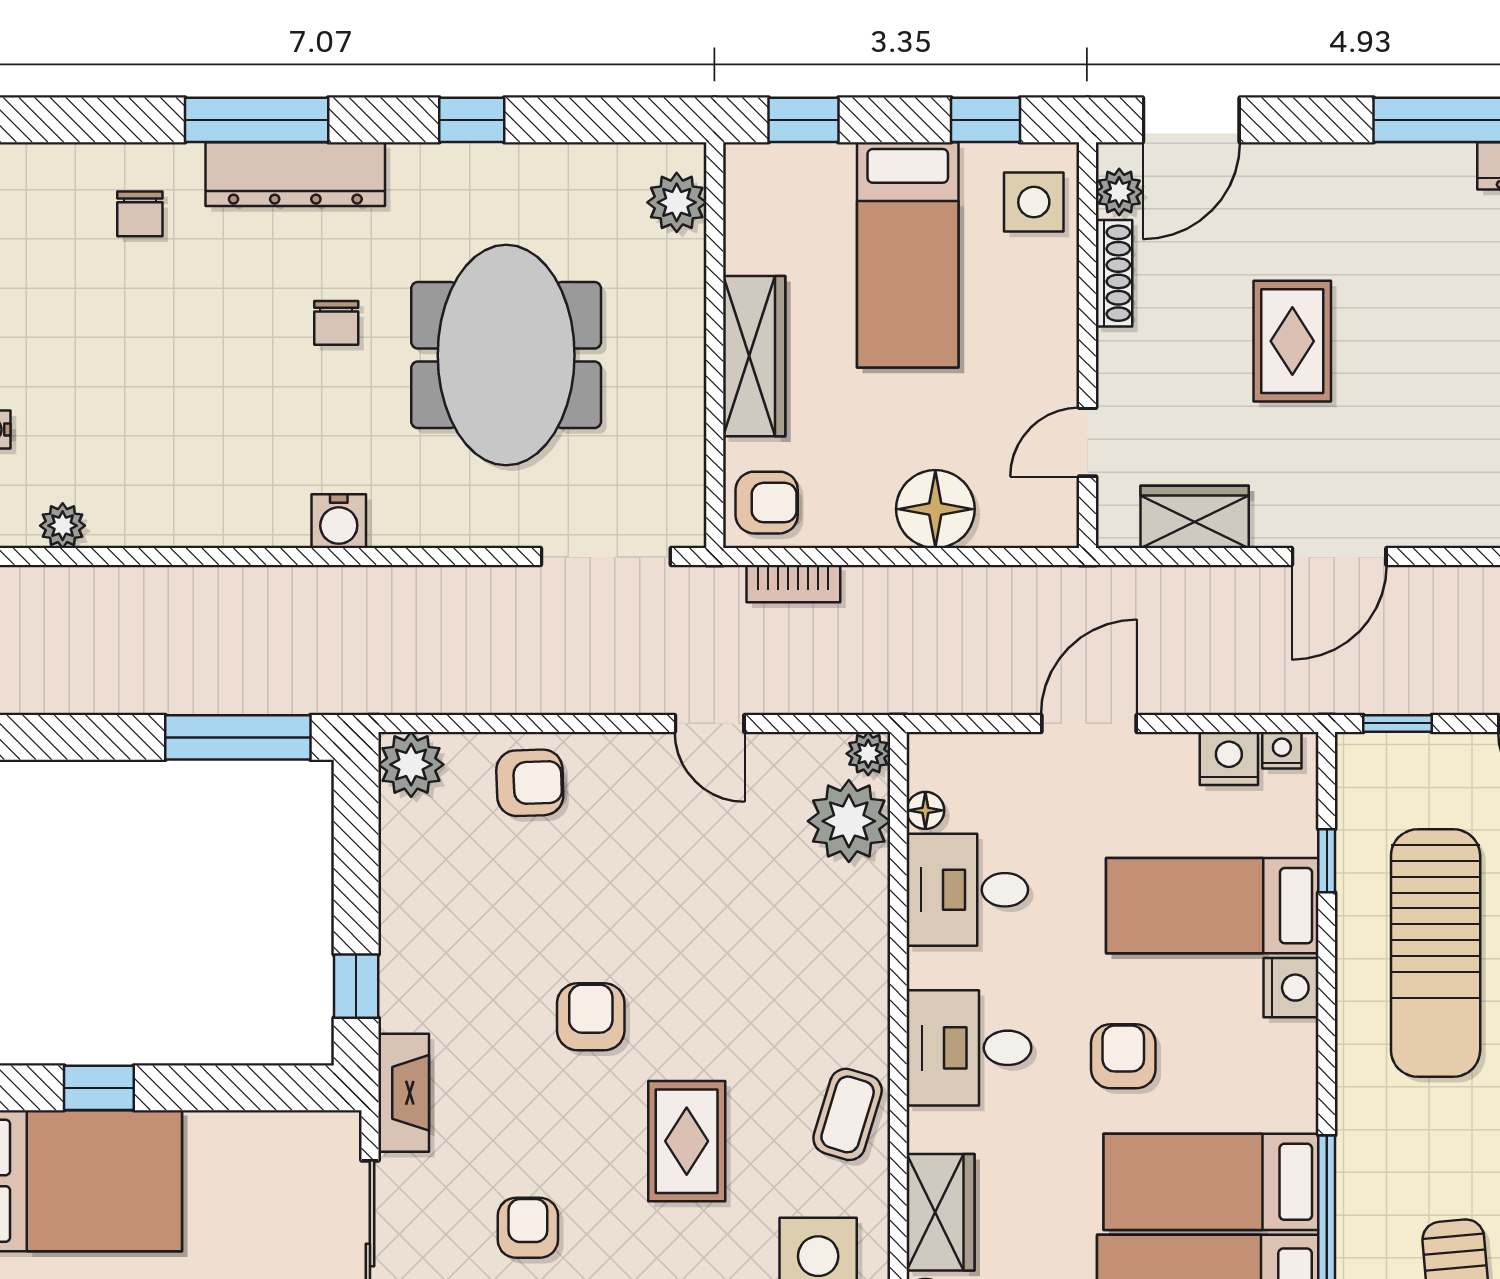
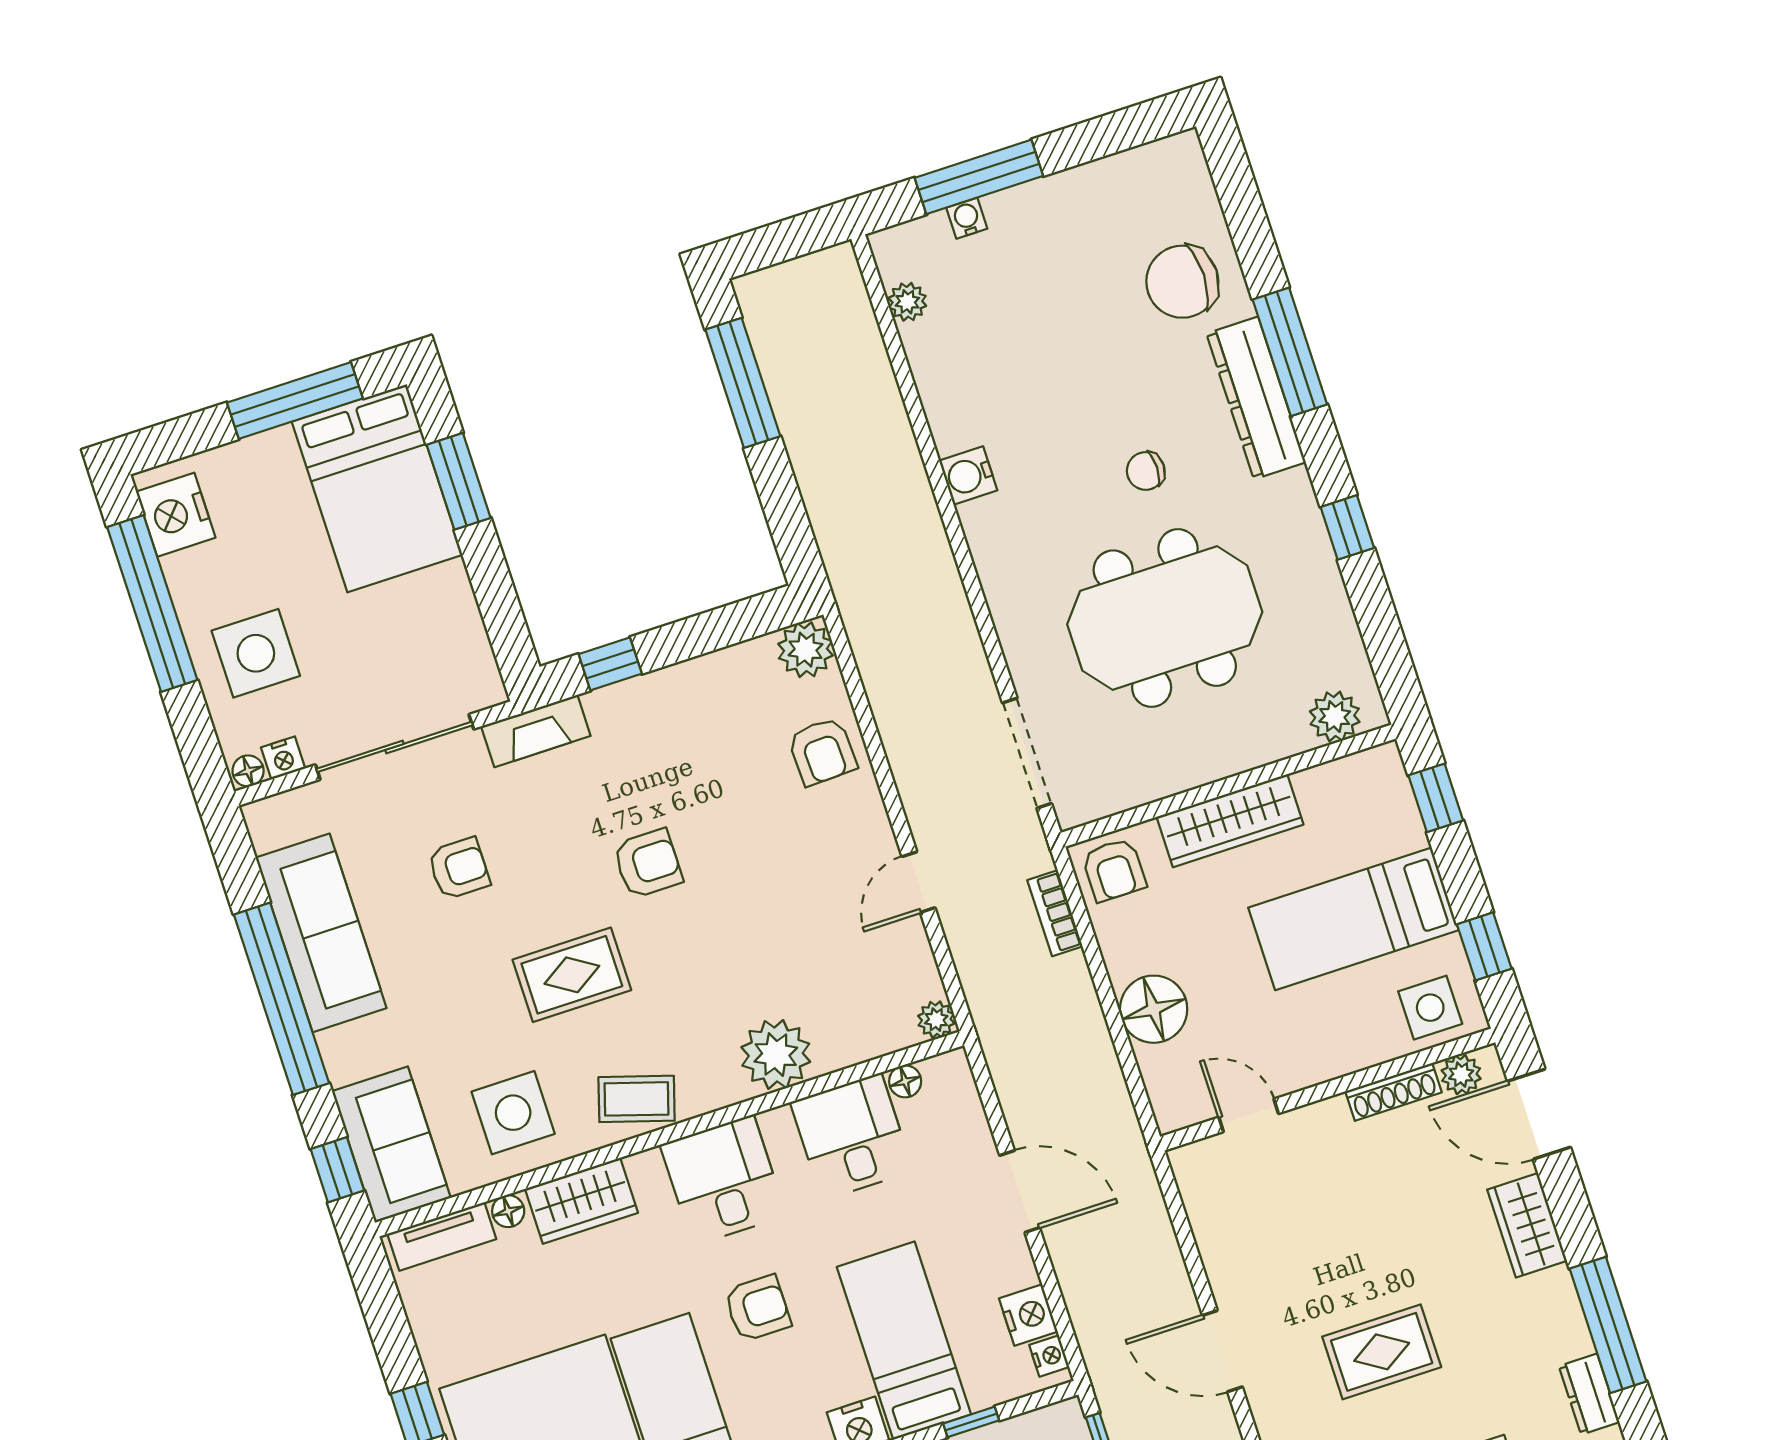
chair: (140, 214) -> (1182, 282), width x1.87, depth x1.87
rug: (1292, 341) -> (1382, 1352), moved
wardrobe: (1195, 517) -> (1527, 1225), moved, turned 180
water cooler: (339, 521) -> (968, 476), moved
window: (238, 737) -> (743, 383), moved
plant: (849, 821) -> (776, 1055), moved
window: (99, 1088) -> (459, 481), width x1.50

